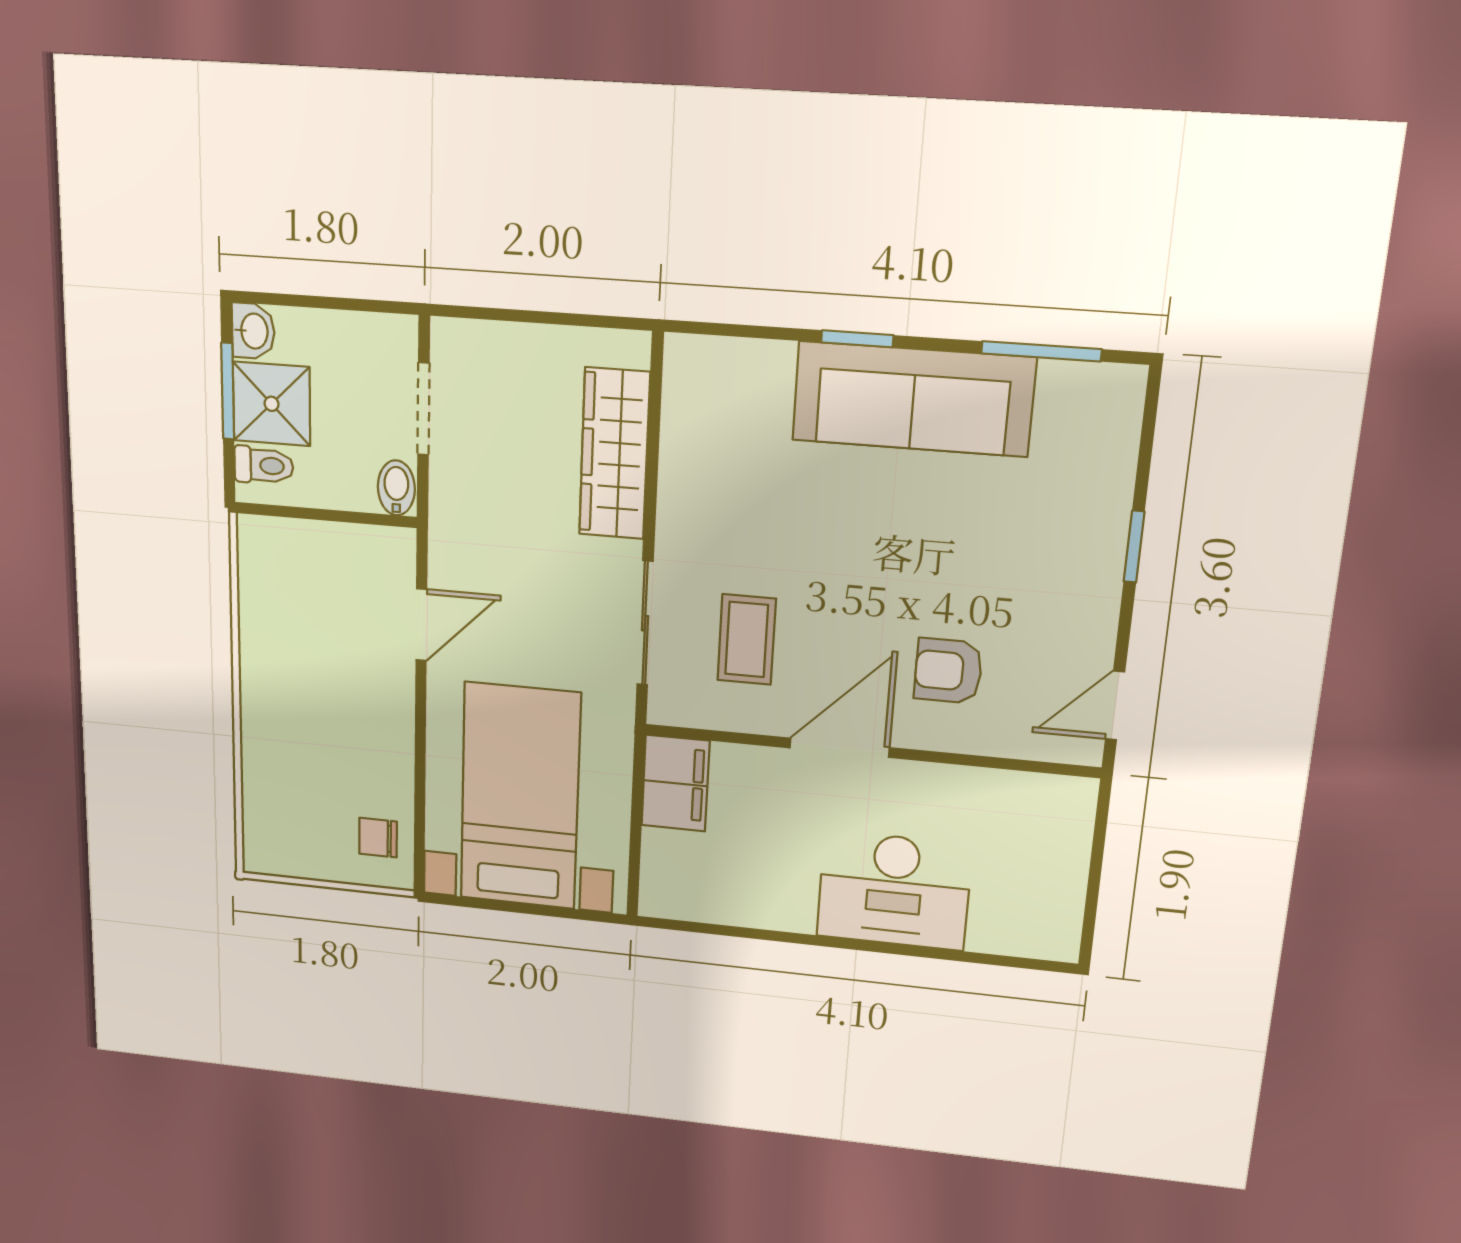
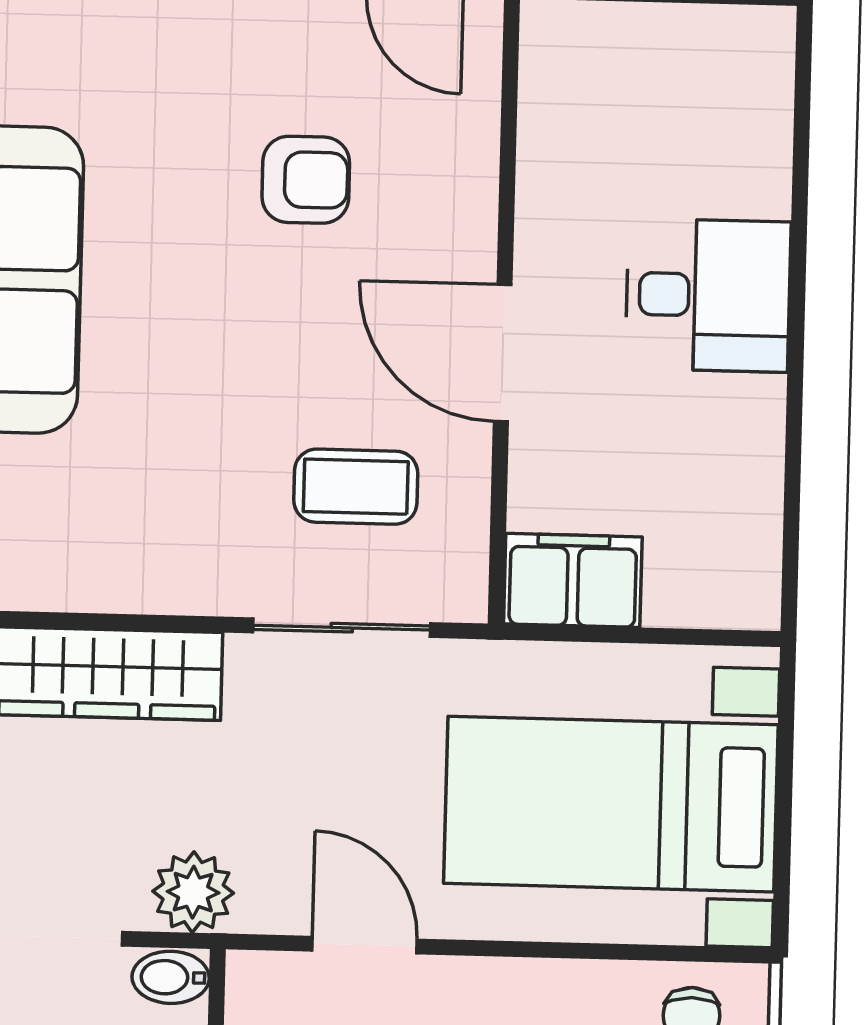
plant: (457, 507) -> (193, 892), added
armchair: (948, 671) -> (306, 180), moved, turned -90
desk: (894, 890) -> (708, 295), width x0.73

